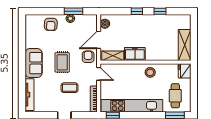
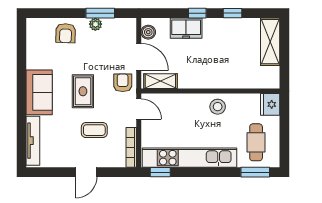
door: (99, 40) -> (139, 57), swing flipped
shelving: (185, 45) -> (270, 42), moved
freezer: (135, 54) -> (186, 28), moved, turned 180

